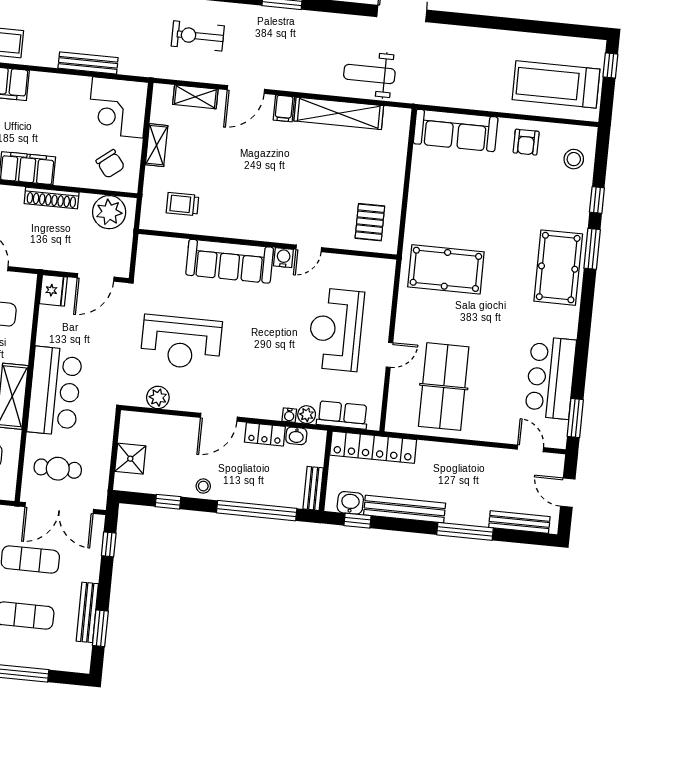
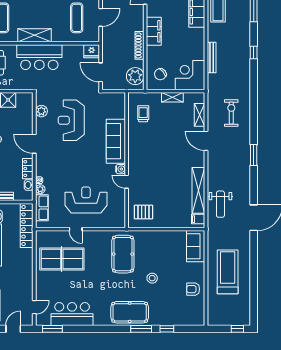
weight bench: (369, 74) -> (220, 204), turned 180
treadmill: (556, 84) -> (228, 272), moved
filing cabinet: (284, 108) -> (198, 219), moved
sofa: (456, 130) -> (196, 246), width x0.73
stool: (574, 159) -> (152, 278), moved

